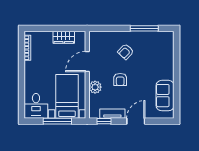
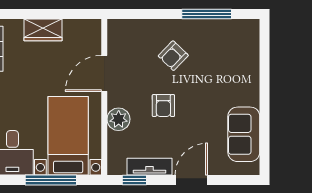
wardrobe: (64, 37) -> (43, 30), moved

